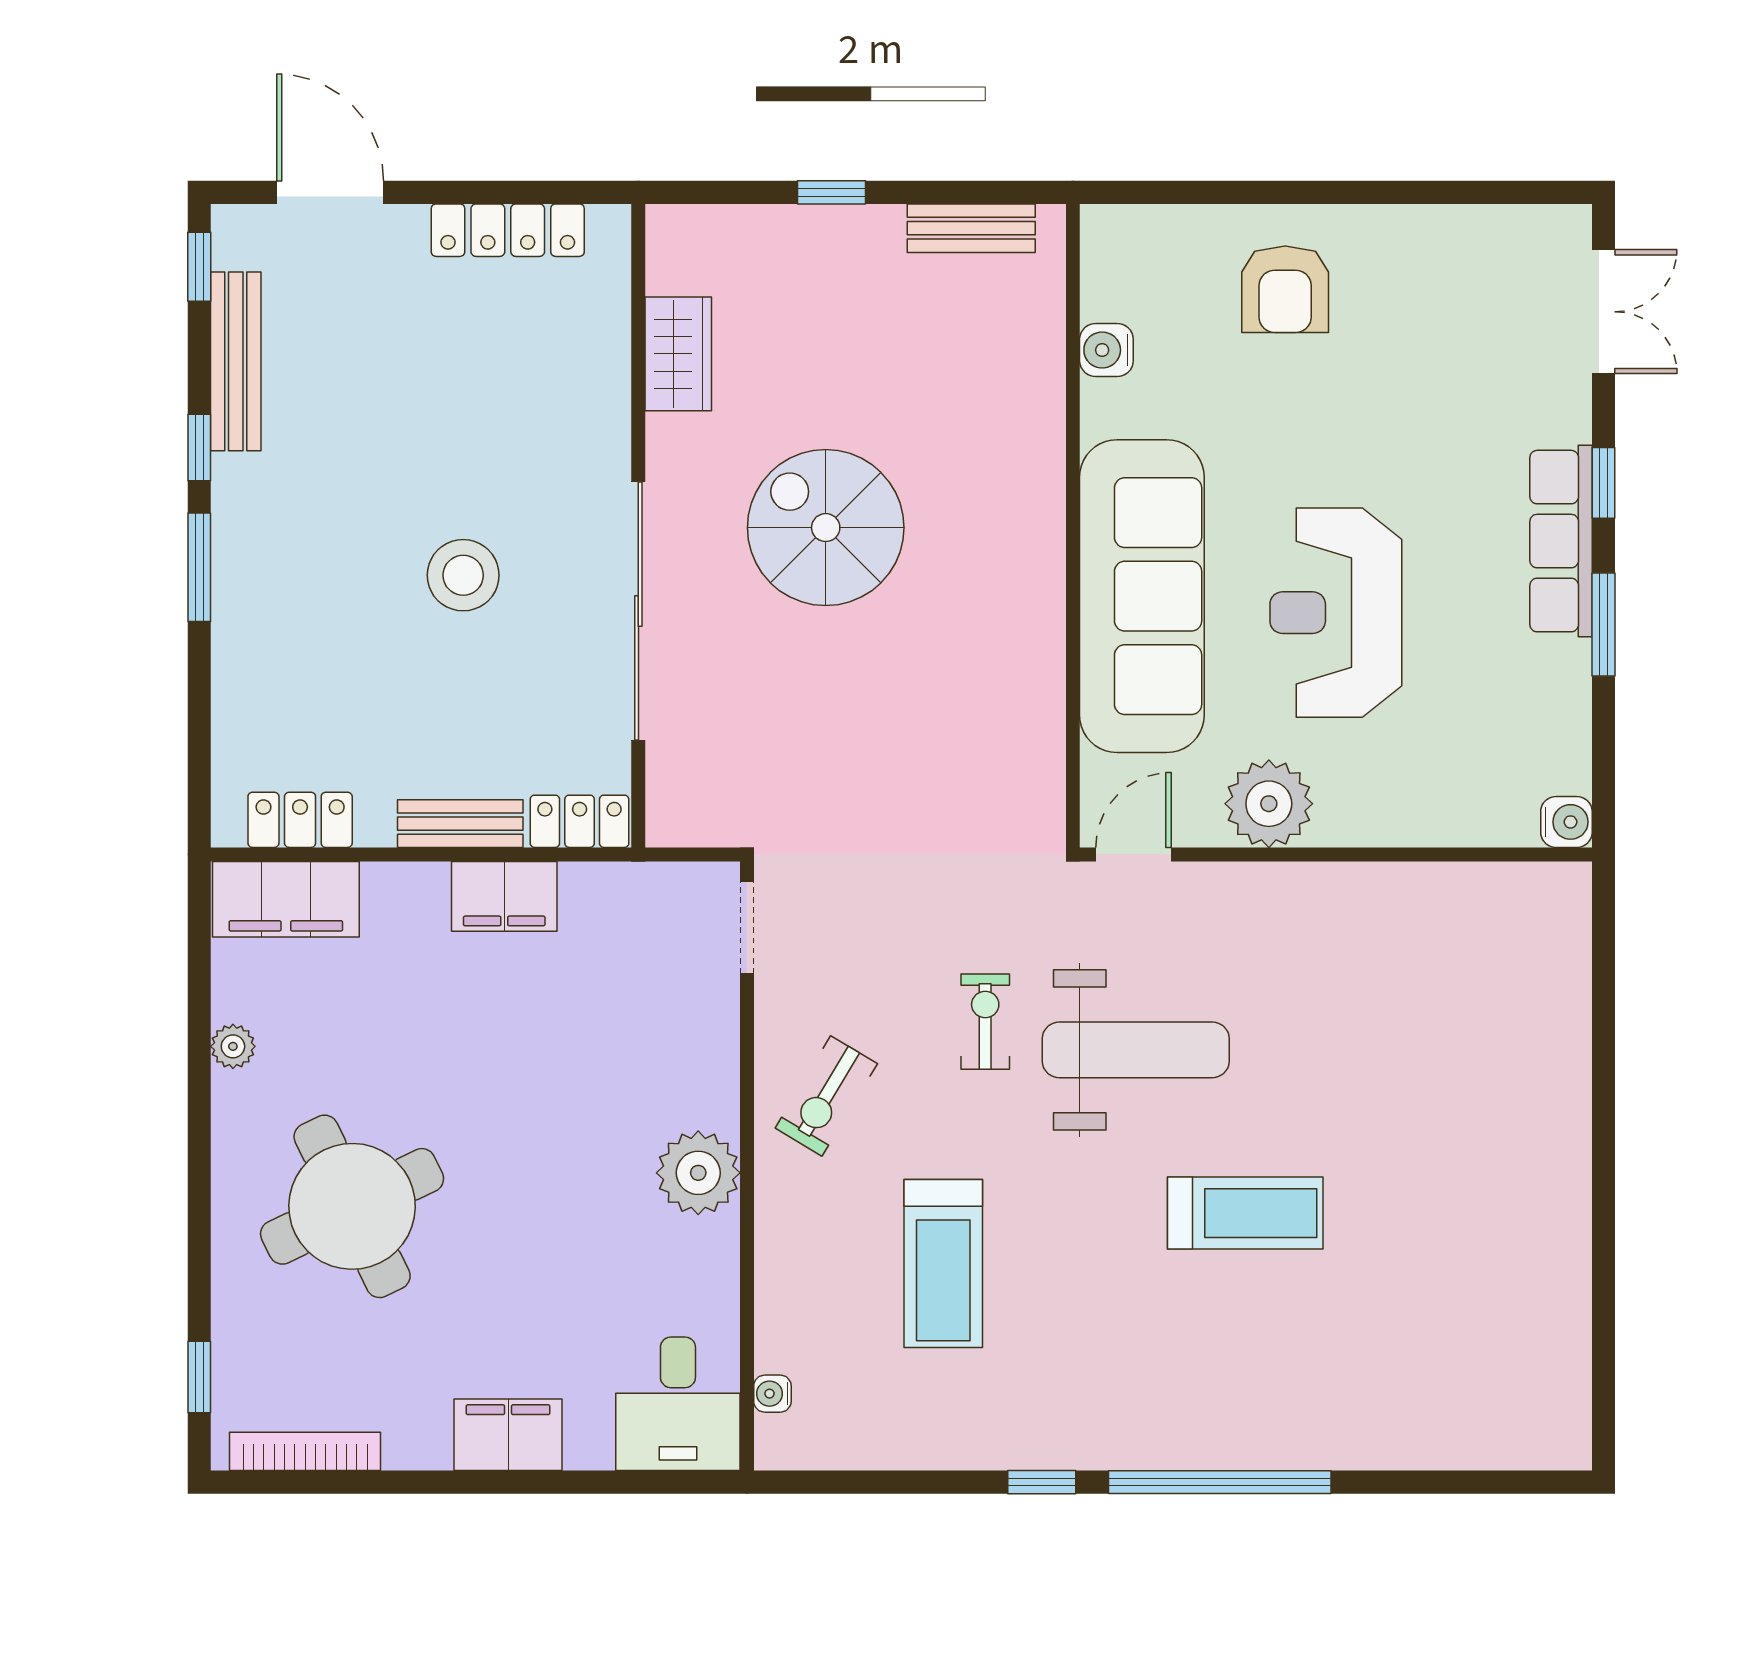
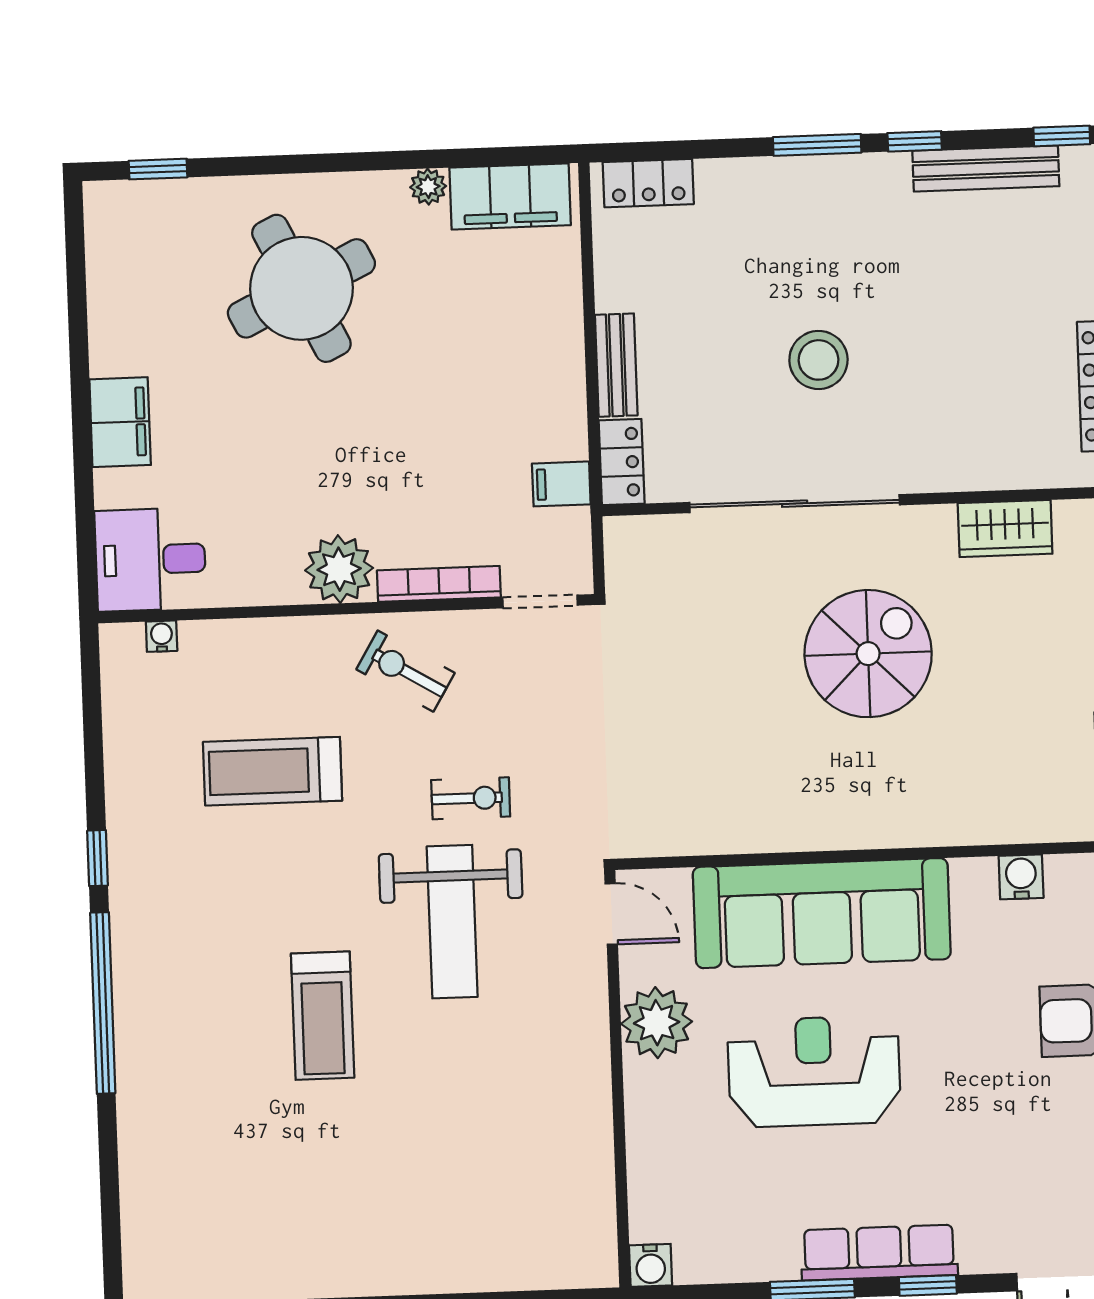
locker: (300, 820) -> (648, 183), moved, turned 90
filing cabinet: (504, 896) -> (561, 484), moved, width x0.50
filing cabinet: (286, 899) -> (510, 196), moved, turned -90
bookcase: (305, 1451) -> (439, 584), moved, turned -90

